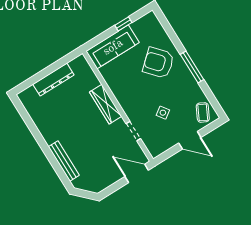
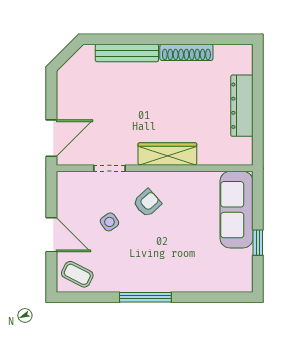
armchair: (158, 63) -> (147, 203), moved, width x0.53, depth x0.53
shoe rack: (43, 128) -> (186, 52), added
door: (190, 140) -> (51, 235), swing flipped

